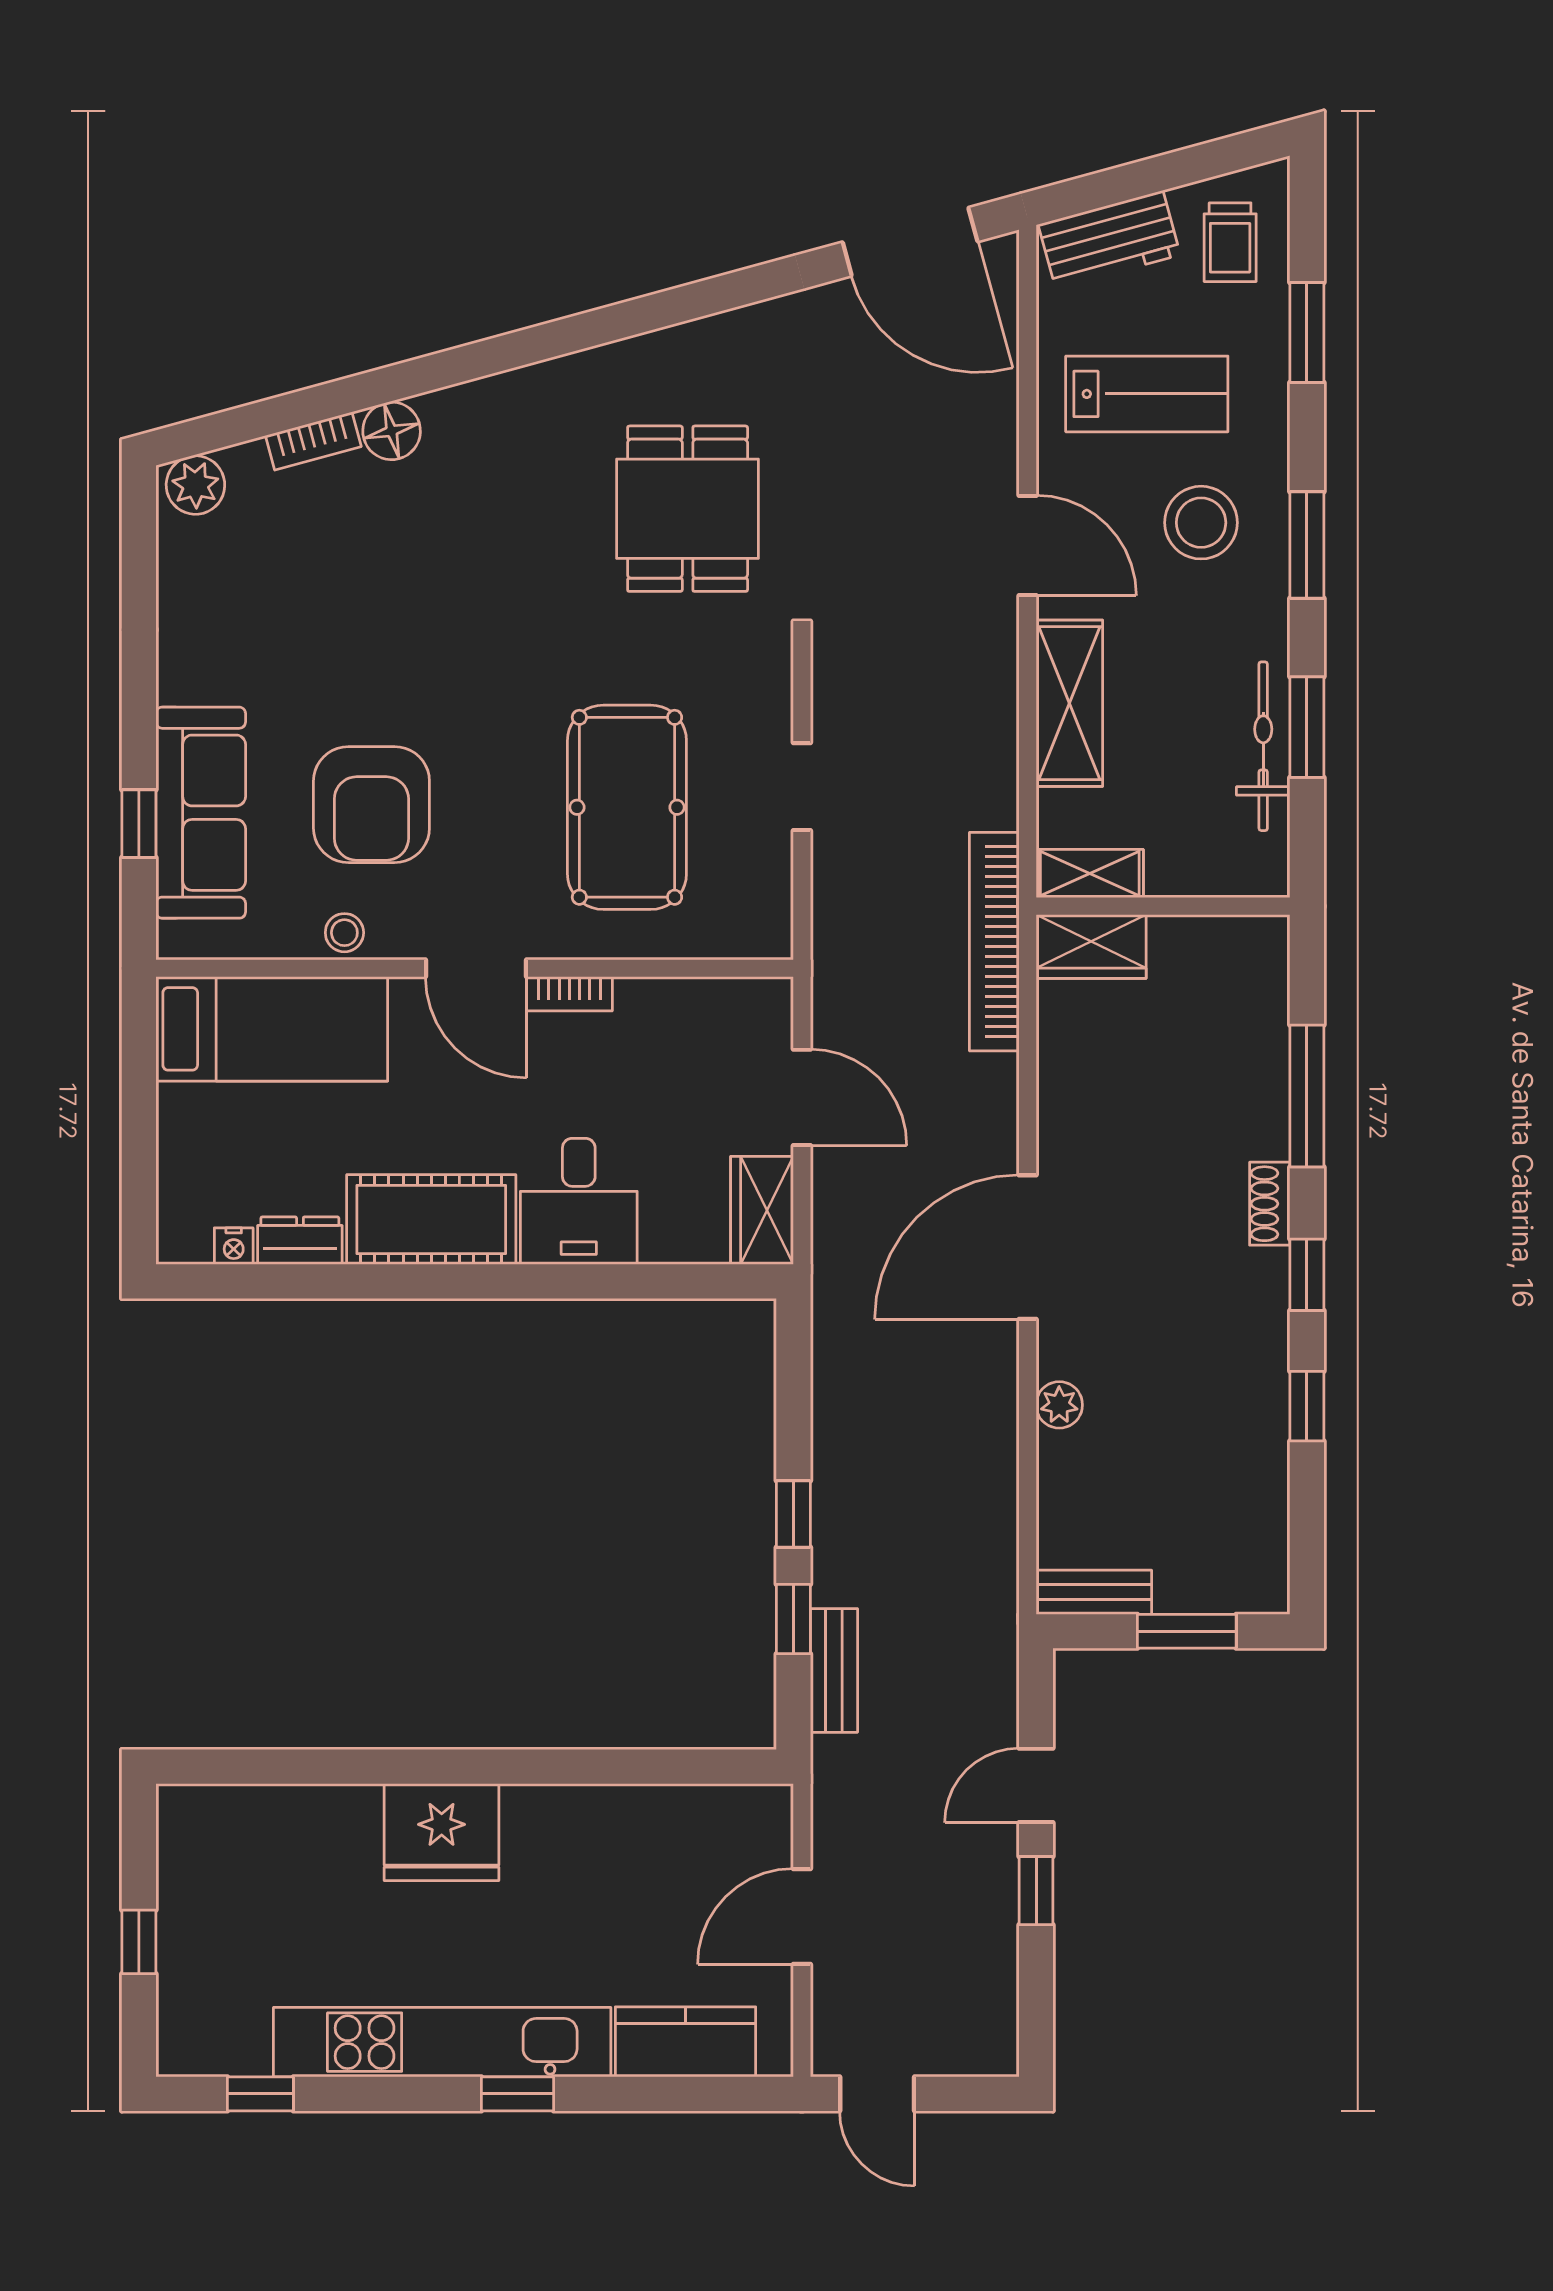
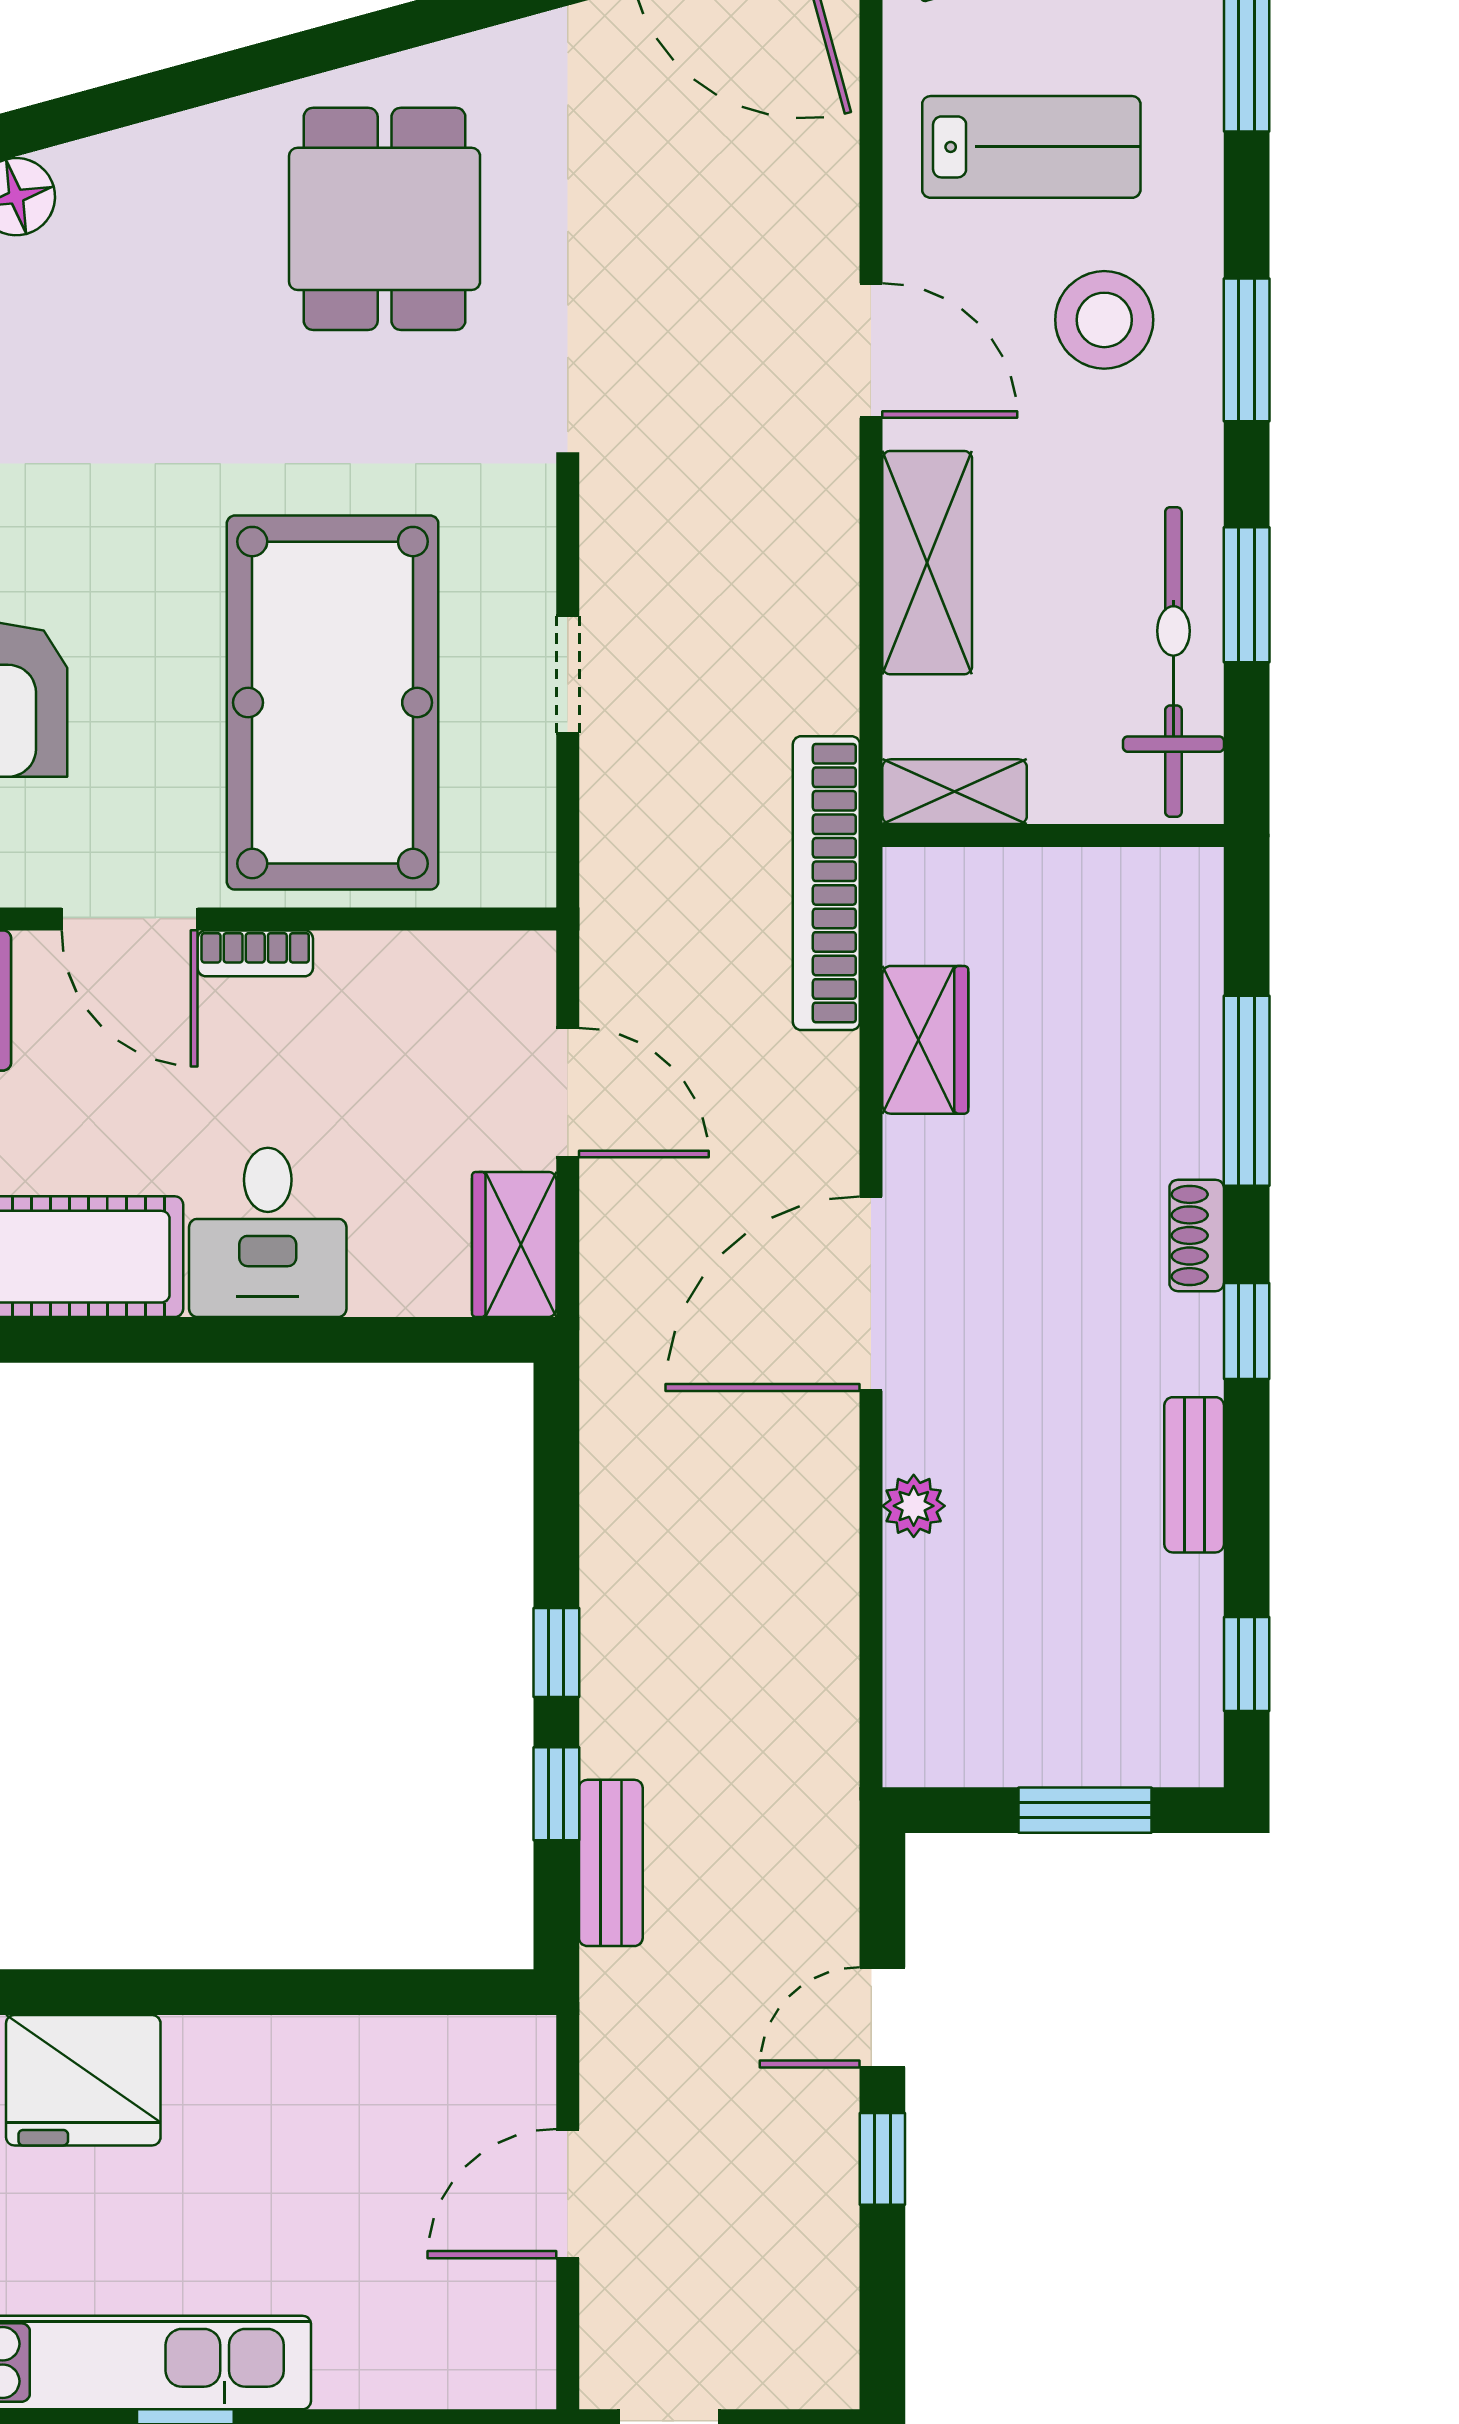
dining table: (688, 509) -> (385, 219), moved
bicycle: (1263, 746) -> (1173, 662), width x1.37, depth x1.40
pool table: (627, 807) -> (333, 703), width x1.36, depth x1.32
wardrobe: (1091, 947) -> (925, 1040), moved, turned -90
window: (1307, 1406) -> (1247, 1664), moved
bench: (1094, 1592) -> (1194, 1475), moved, turned 90
kitchen counter: (686, 2042) -> (411, 2362), removed

